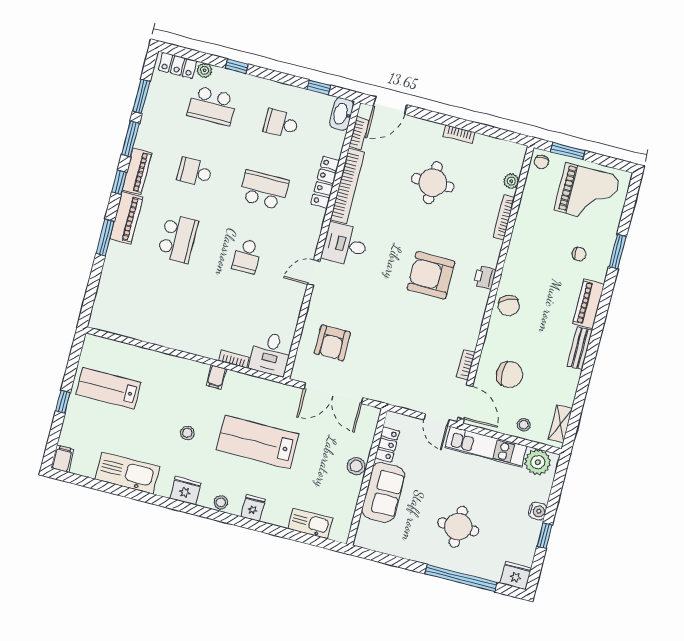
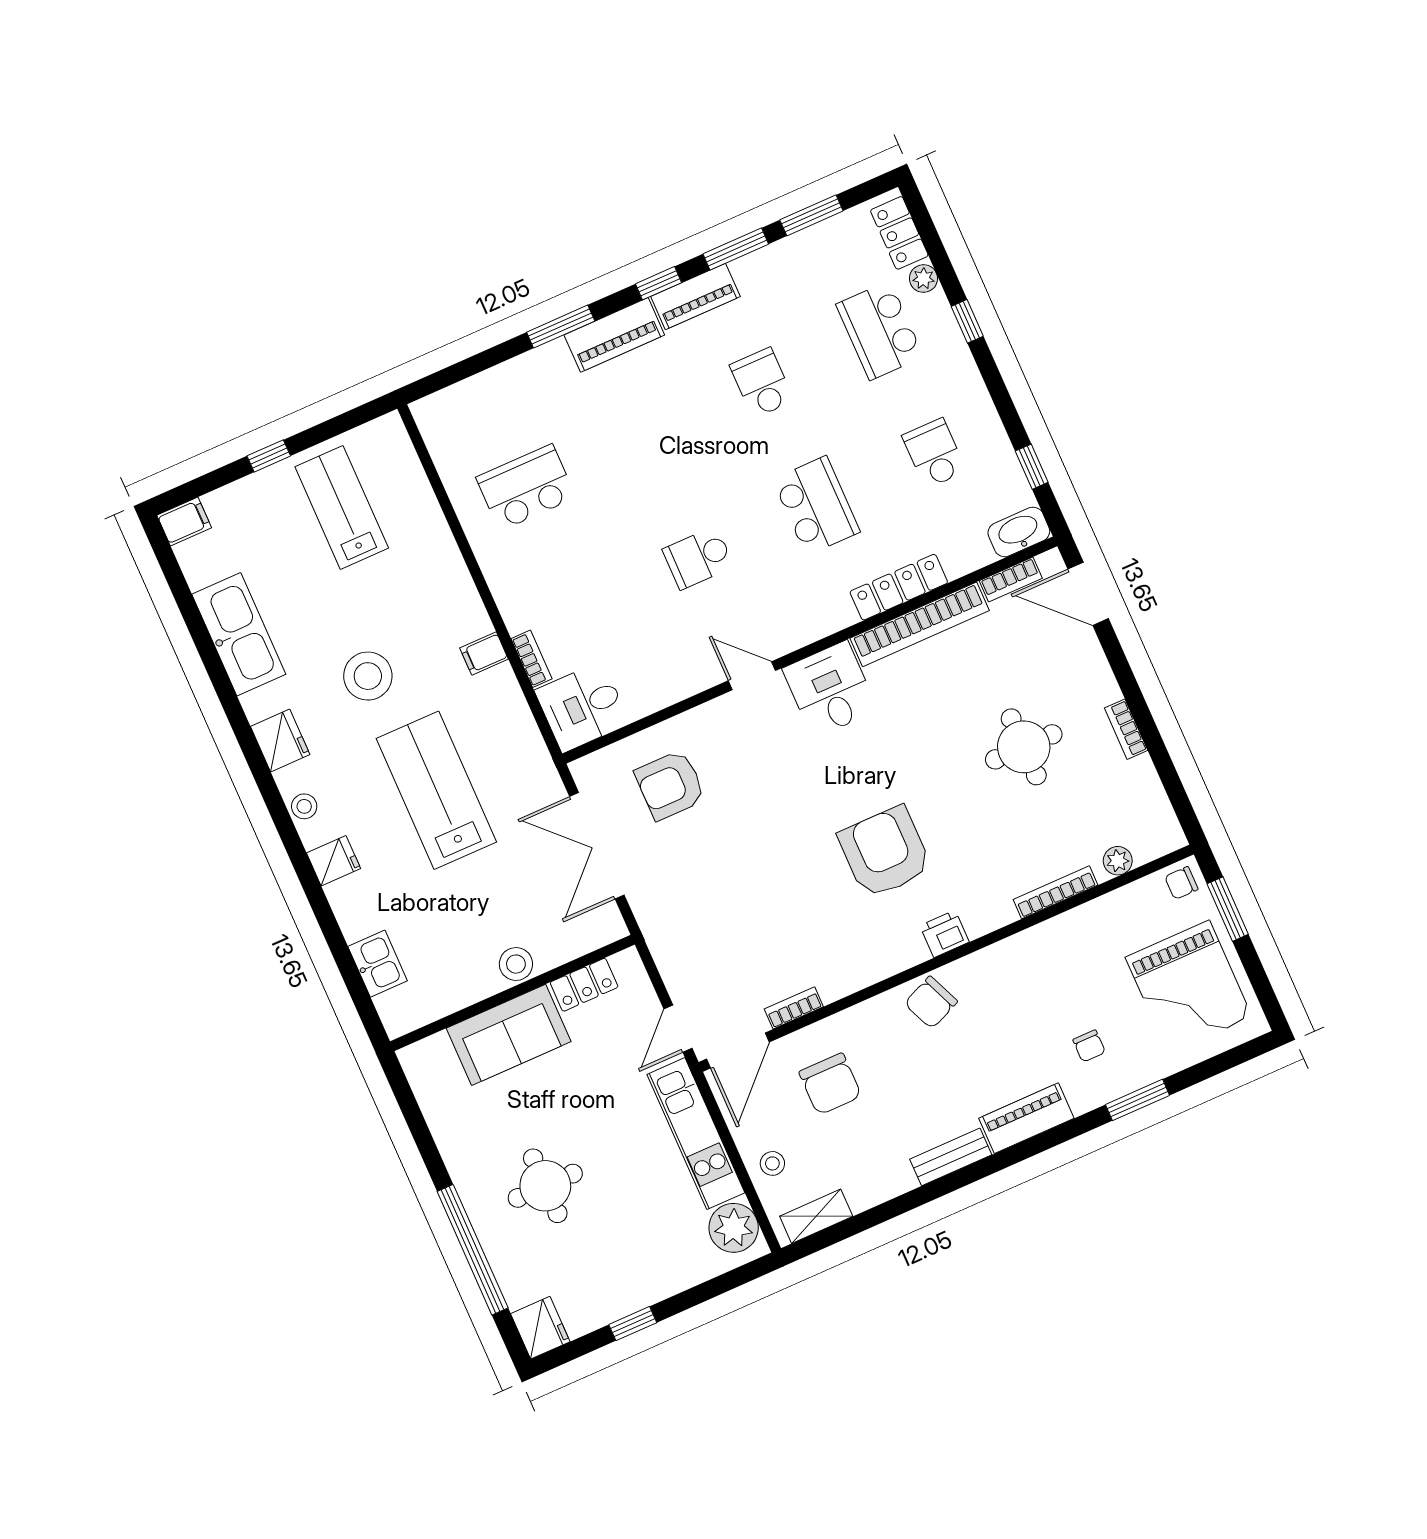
school desk: (178, 239) -> (526, 487), moved, turned 180
stool: (187, 433) -> (368, 676), width x1.89, depth x1.89
water cooler: (538, 511) -> (661, 1285), removed
kitchen sink: (310, 524) -> (378, 964), width x0.73

